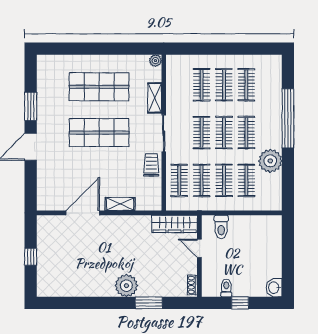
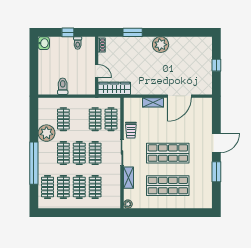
clothes rail: (224, 180) -> (48, 187), moved
toilet: (221, 227) -> (63, 86), moved
plant: (126, 286) -> (161, 45), moved

